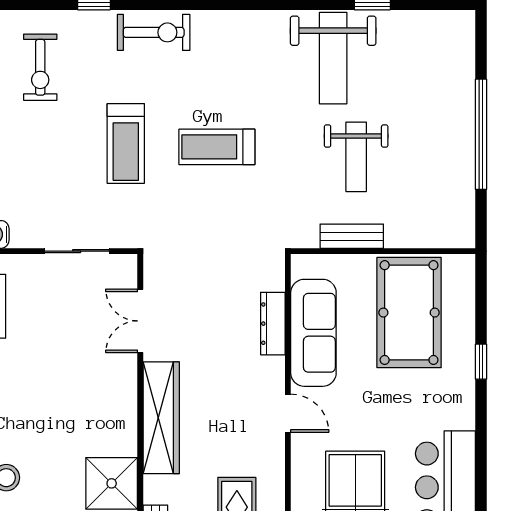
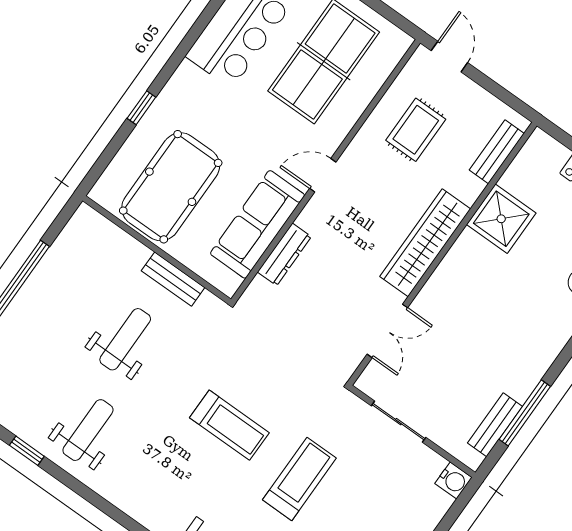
weight bench: (333, 58) -> (88, 430), width x0.73, depth x0.75
door: (288, 413) -> (323, 175), hinge flipped

